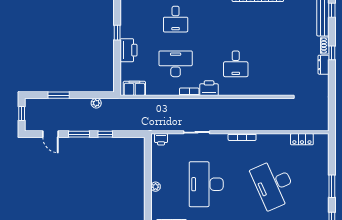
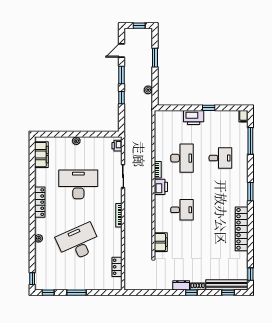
desk: (176, 19) -> (220, 158), turned 180
desk: (236, 64) -> (182, 210), turned 180
filing cabinet: (134, 88) -> (161, 242), moved

